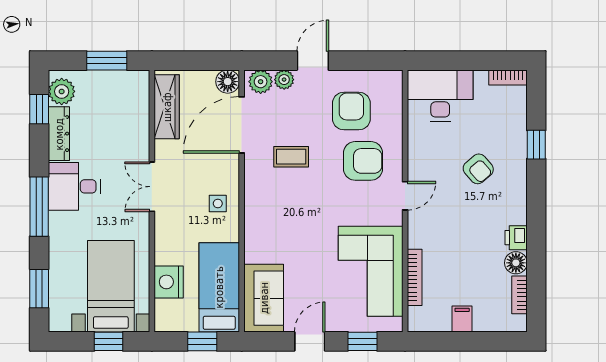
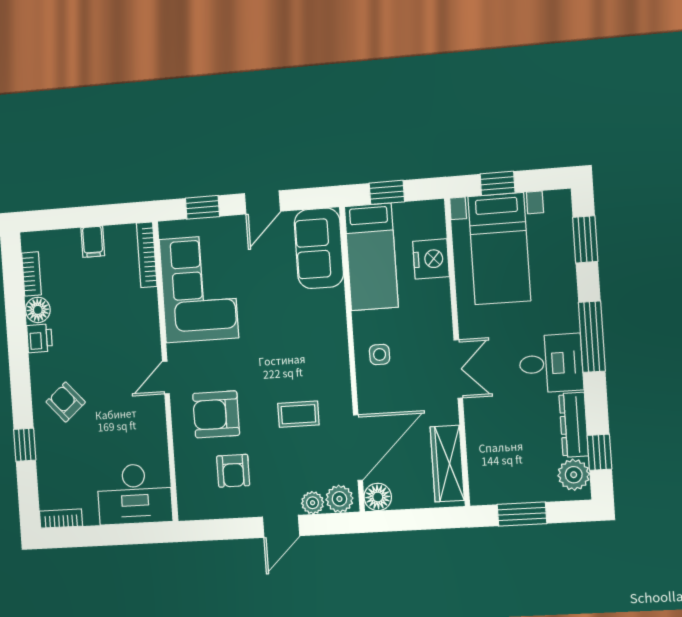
armchair: (351, 111) -> (233, 471), width x0.72, depth x0.72
armchair: (478, 169) -> (66, 402), moved
bookcase: (415, 277) -> (147, 255), moved

